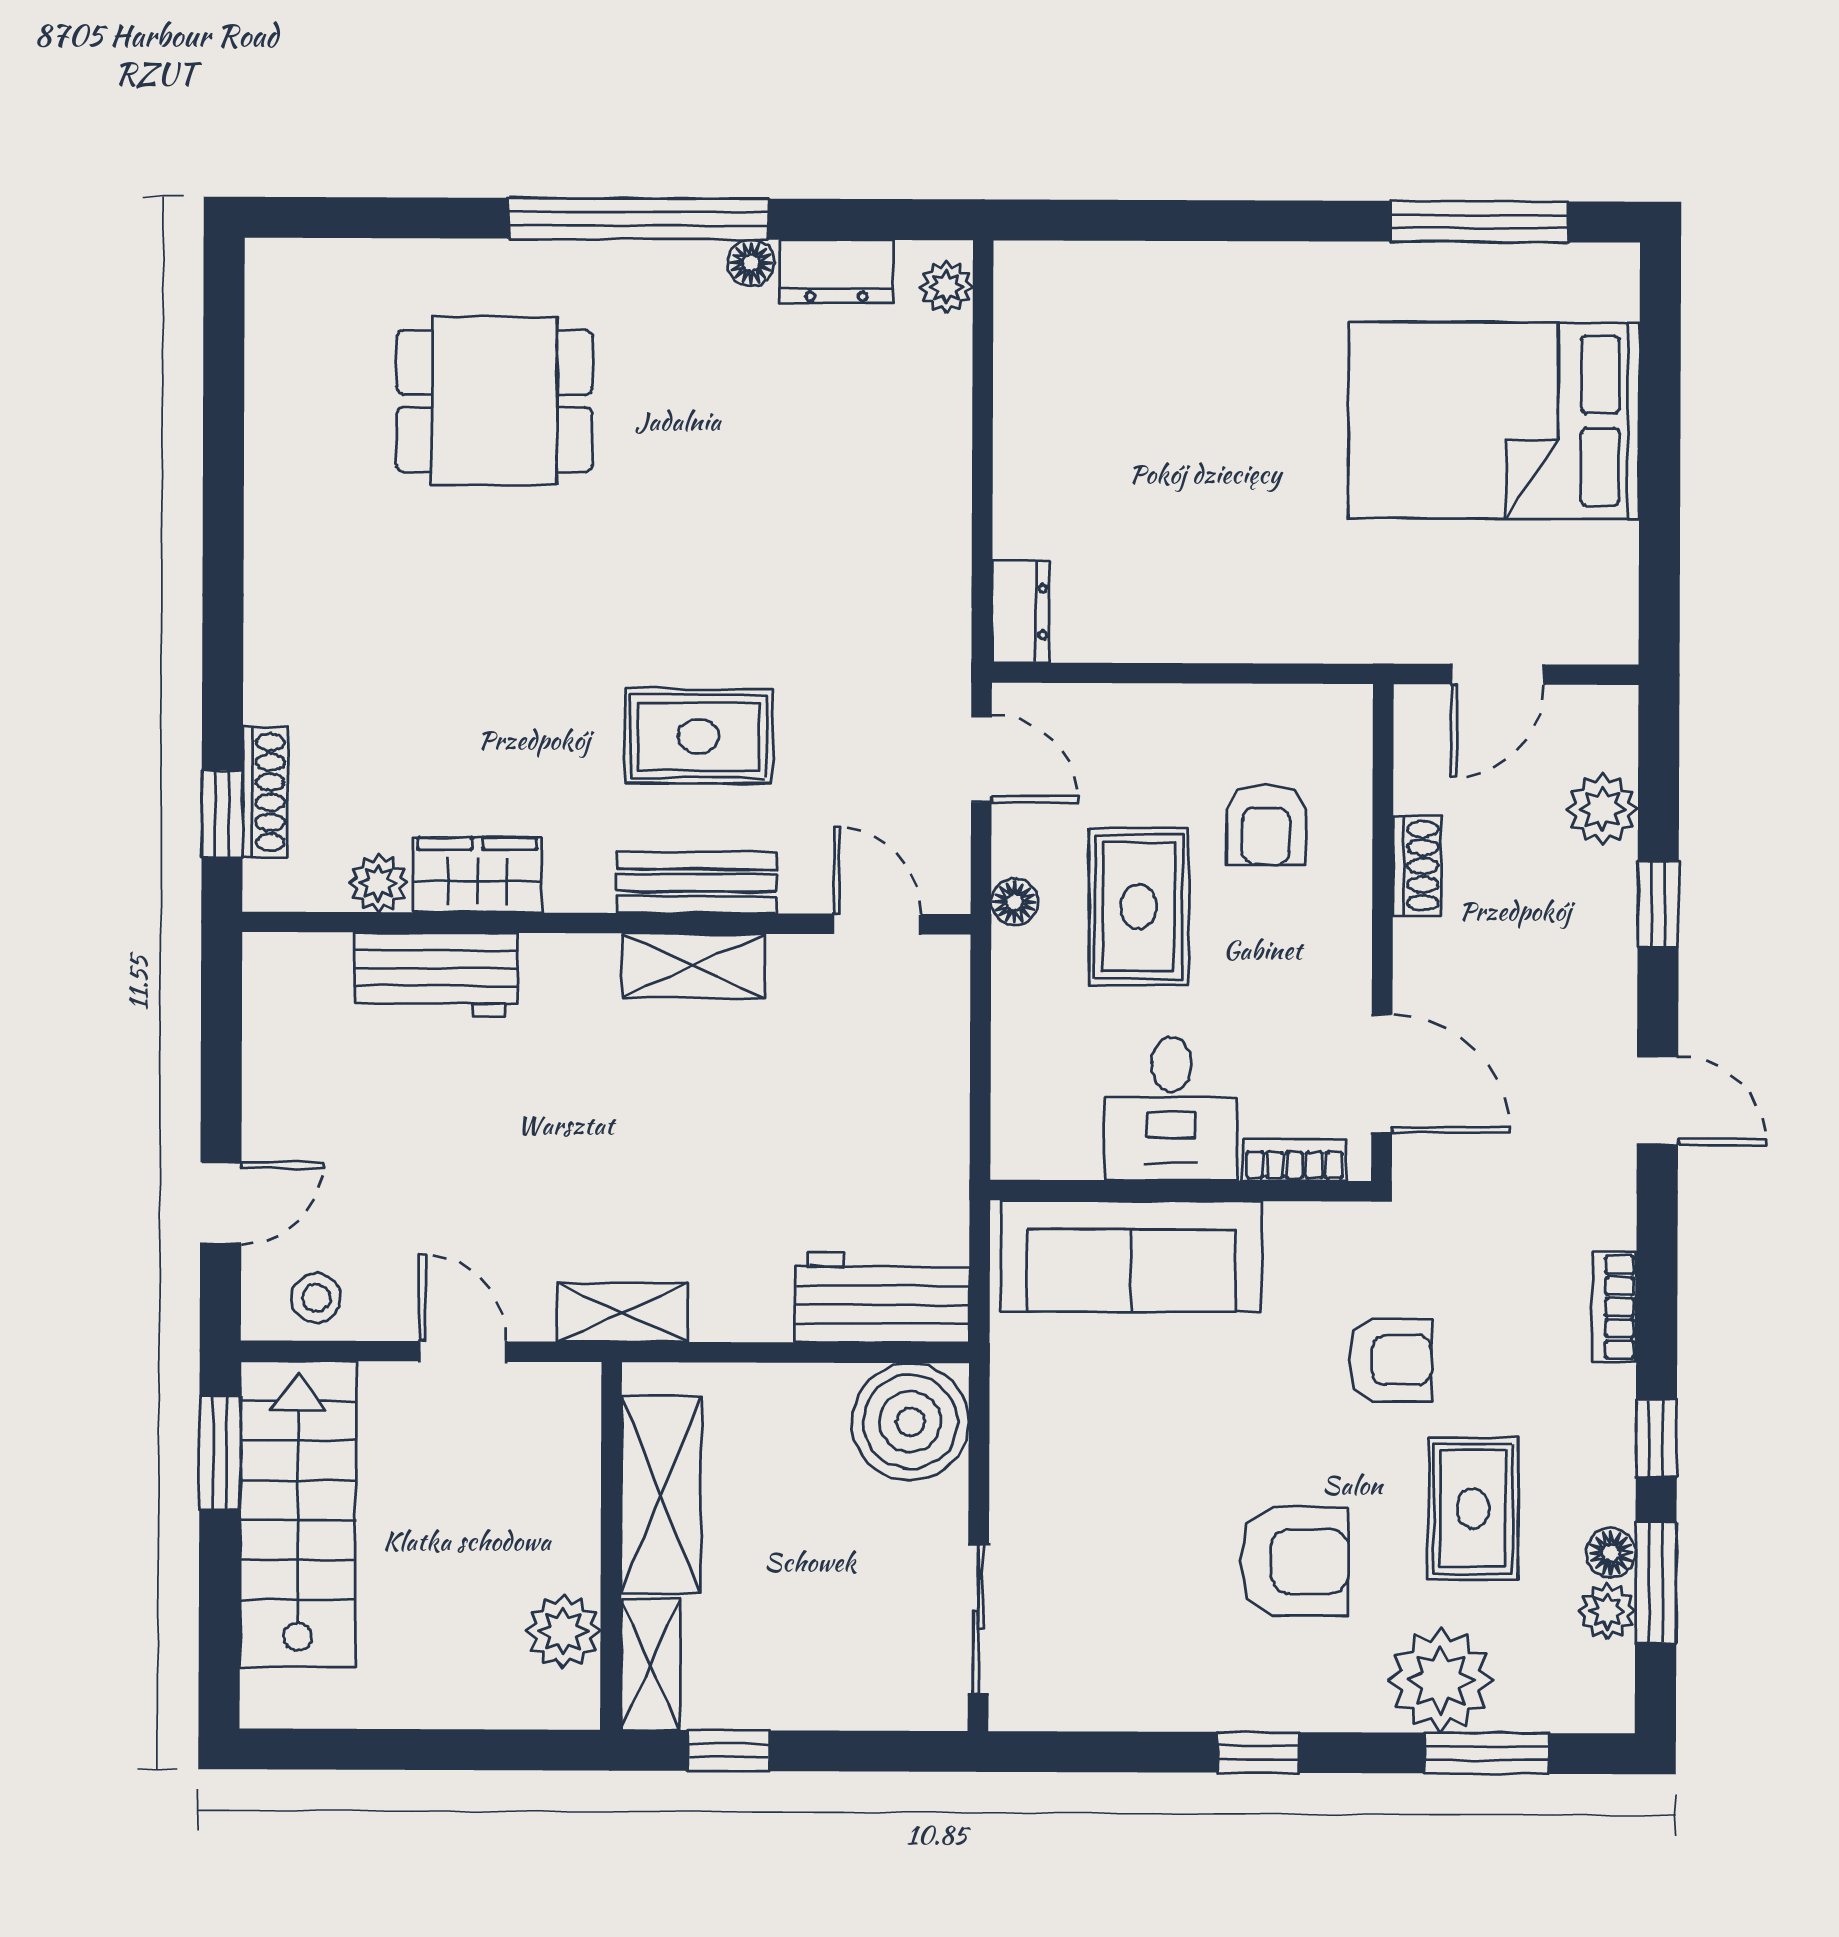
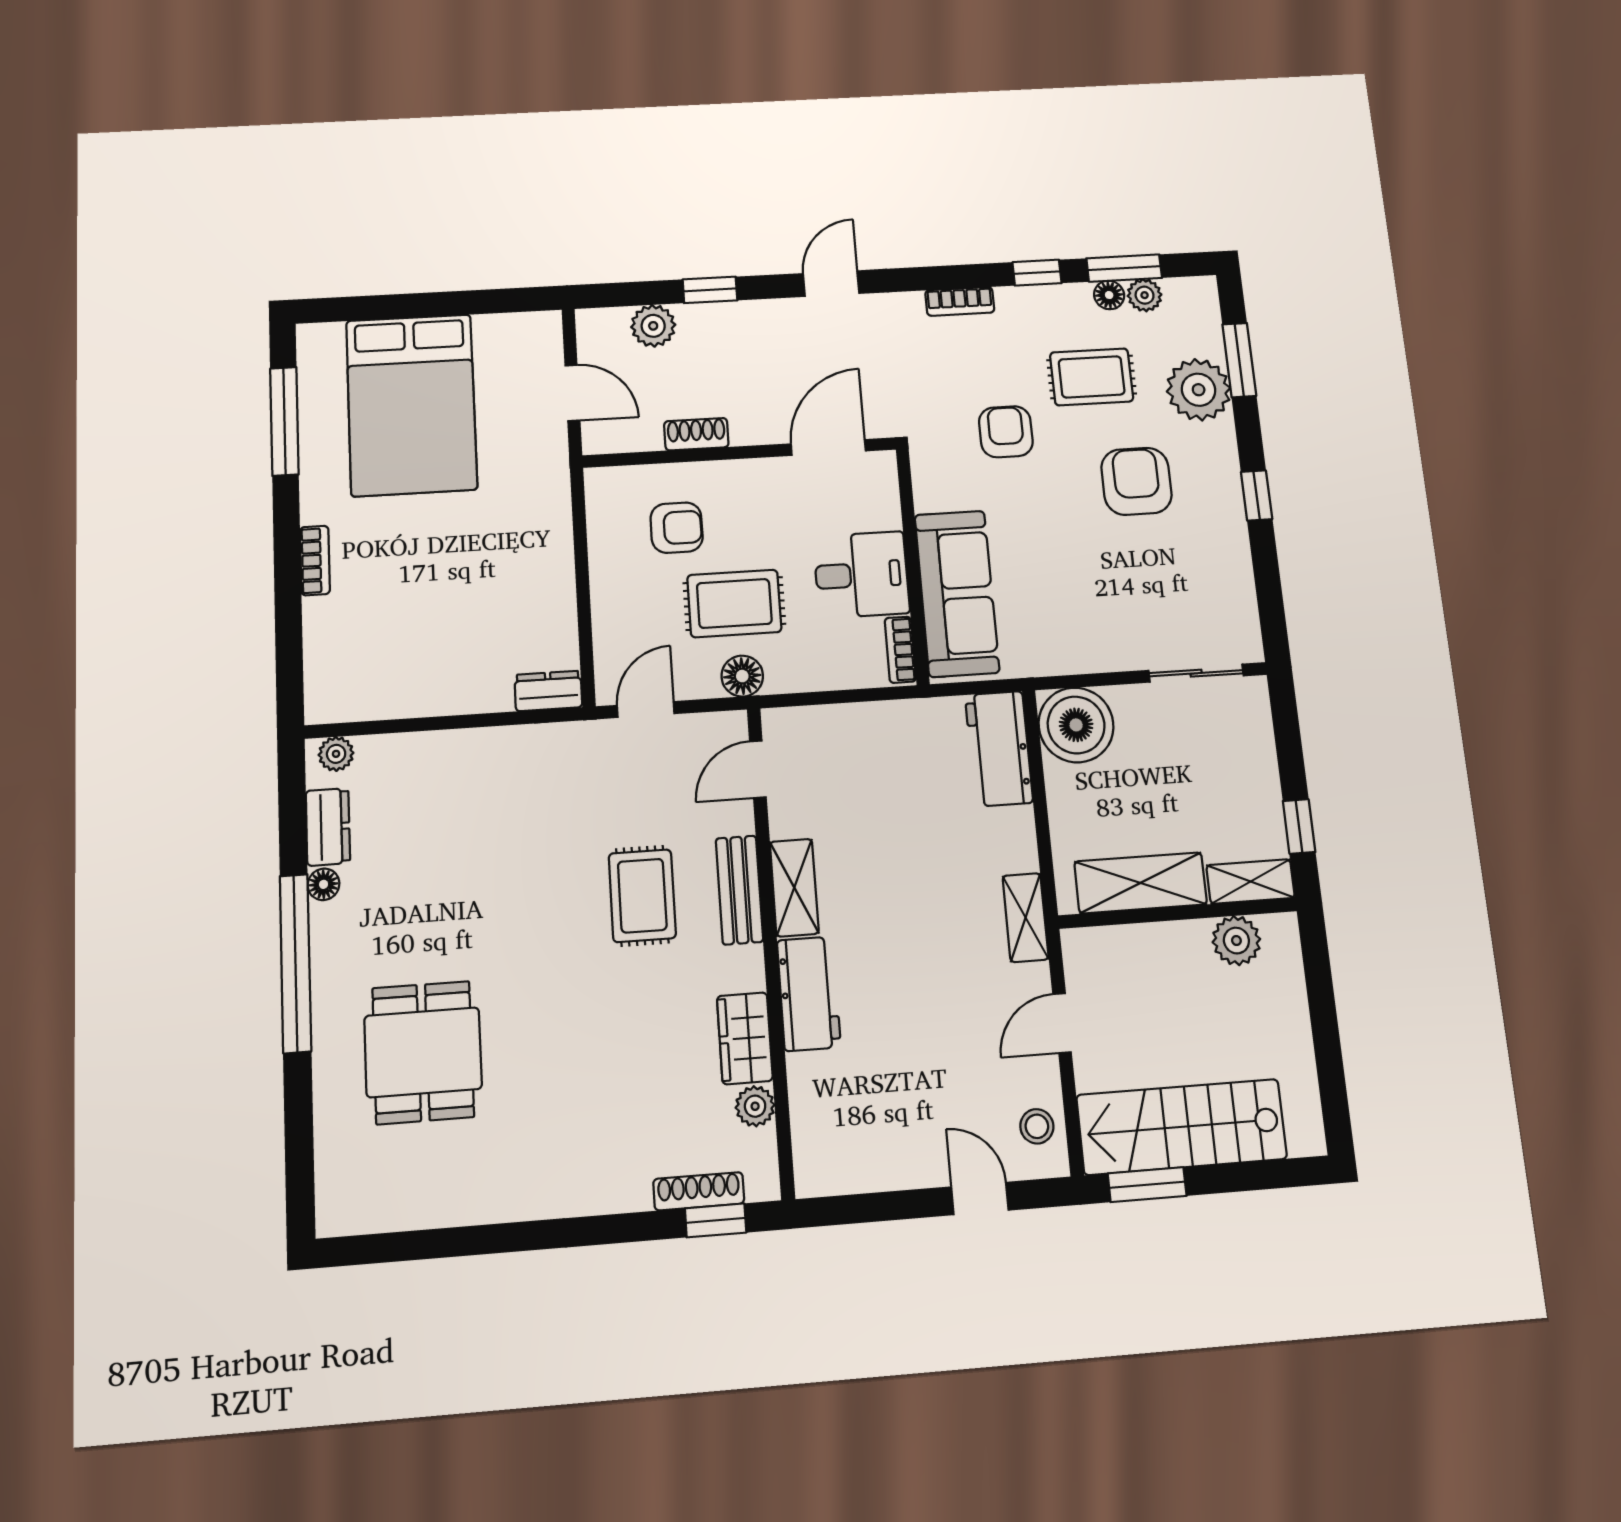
bookcase: (1251, 263) -> (315, 561), added
floor lamp: (1014, 902) -> (742, 676), width x1.37, depth x1.37
workbench: (436, 975) -> (809, 994), moved
bookcase: (1294, 1160) -> (900, 650), moved

